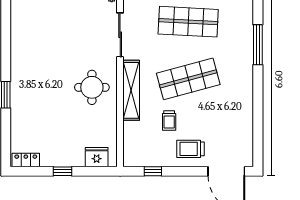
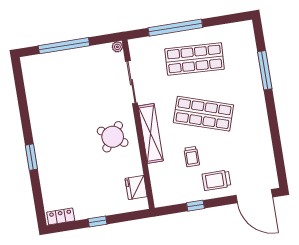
shop shelf: (188, 79) -> (203, 114), turned 33
round table: (92, 87) -> (113, 137), turned 36
fridge: (97, 157) -> (136, 188), moved, turned -90
window: (153, 171) -> (195, 206), moved

